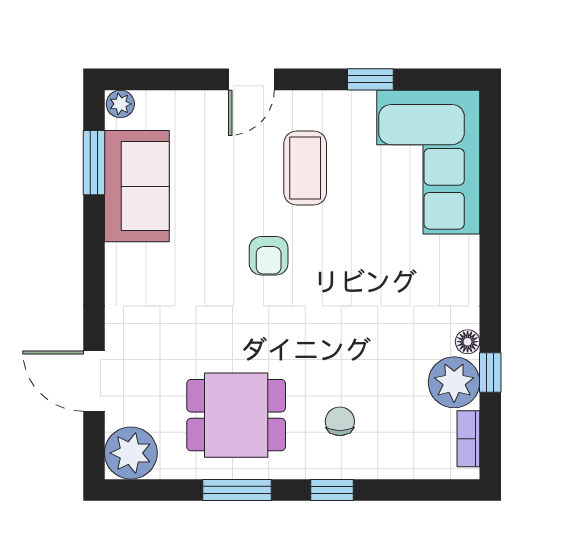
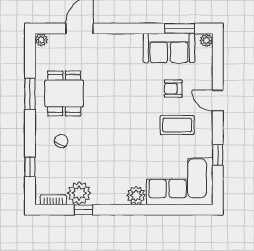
armchair: (269, 256) -> (173, 89), moved
plant: (459, 258) -> (136, 195), added
floor lamp: (468, 342) -> (98, 199), removed
chair: (340, 421) -> (61, 141), turned -63
plant: (131, 453) -> (41, 40), width x0.53, depth x0.53
window: (332, 490) -> (30, 167), moved

